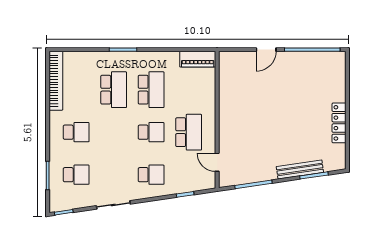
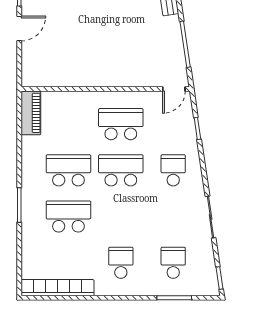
door: (266, 50) -> (19, 29), hinge flipped
school desk: (151, 132) -> (121, 170), width x1.85
door: (217, 162) -> (174, 89), moved

